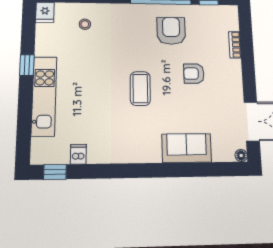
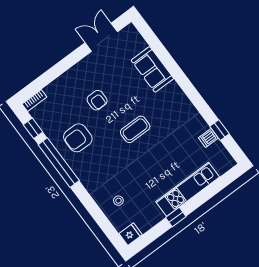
bookcase: (235, 45) -> (34, 100), moved
floor lamp: (241, 155) -> (130, 29), removed
window: (55, 172) -> (220, 130), moved

